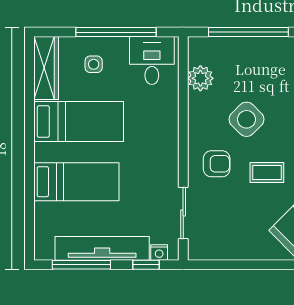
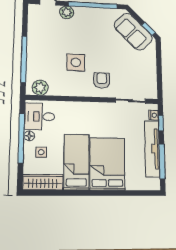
floor lamp: (120, 45) -> (29, 136), added
plant: (200, 78) -> (40, 88), moved
side table: (247, 119) -> (76, 62), turned 45
coffee table: (267, 173) -> (107, 52), removed
bed: (76, 182) -> (107, 164), width x1.50

